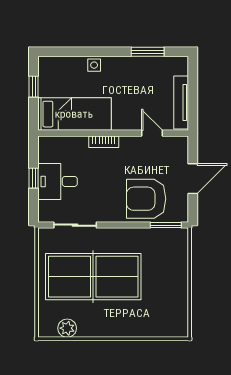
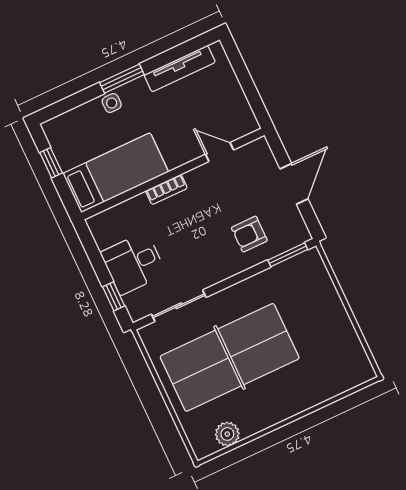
window: (148, 52) -> (122, 79), moved
tv unit: (181, 102) -> (180, 69), moved, turned -90
window: (34, 178) -> (114, 296), moved
armchair: (146, 199) -> (249, 234), width x0.53, depth x0.53

